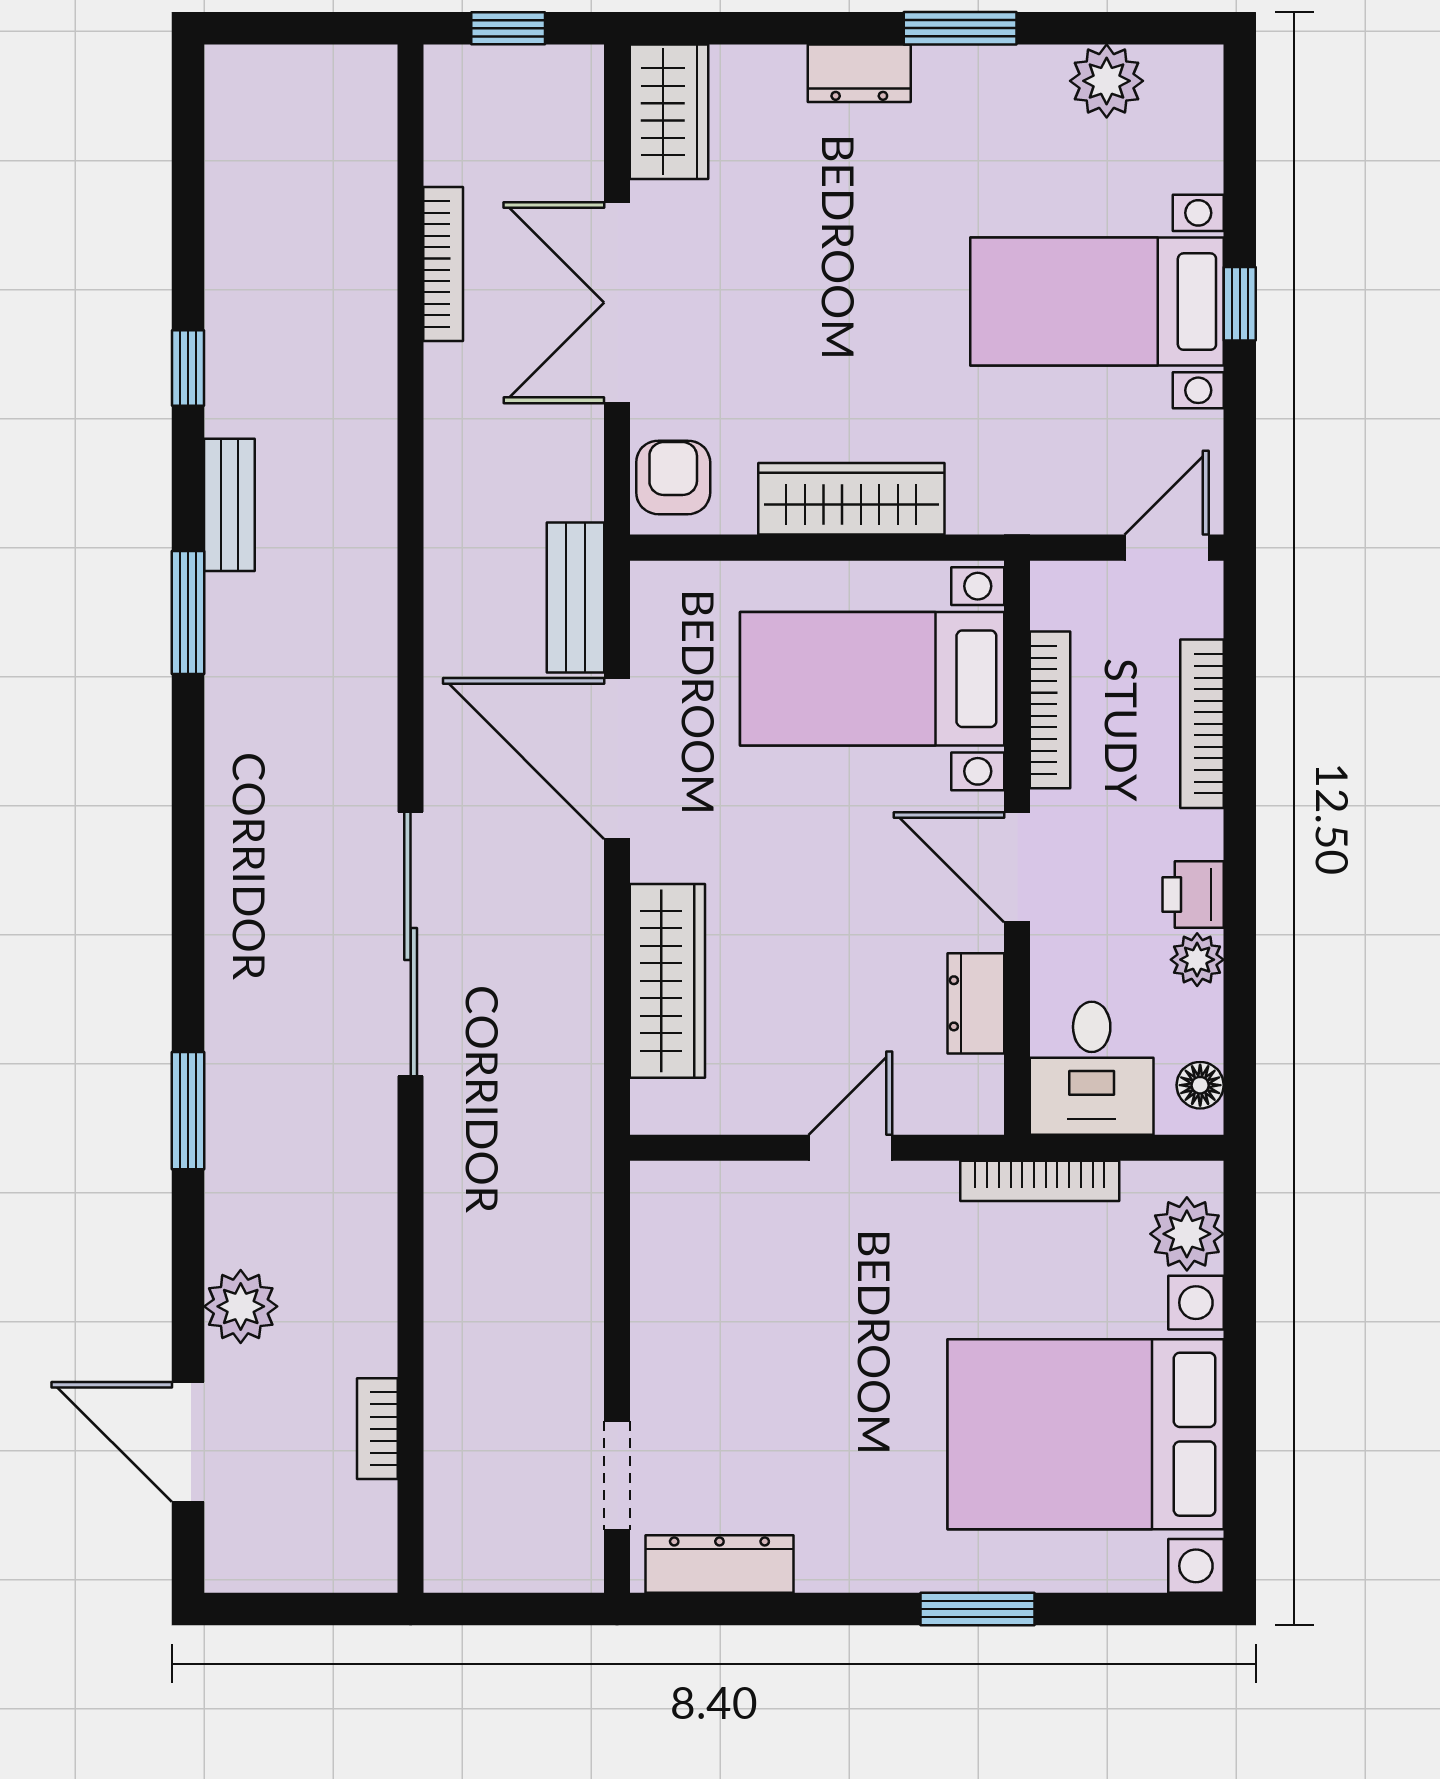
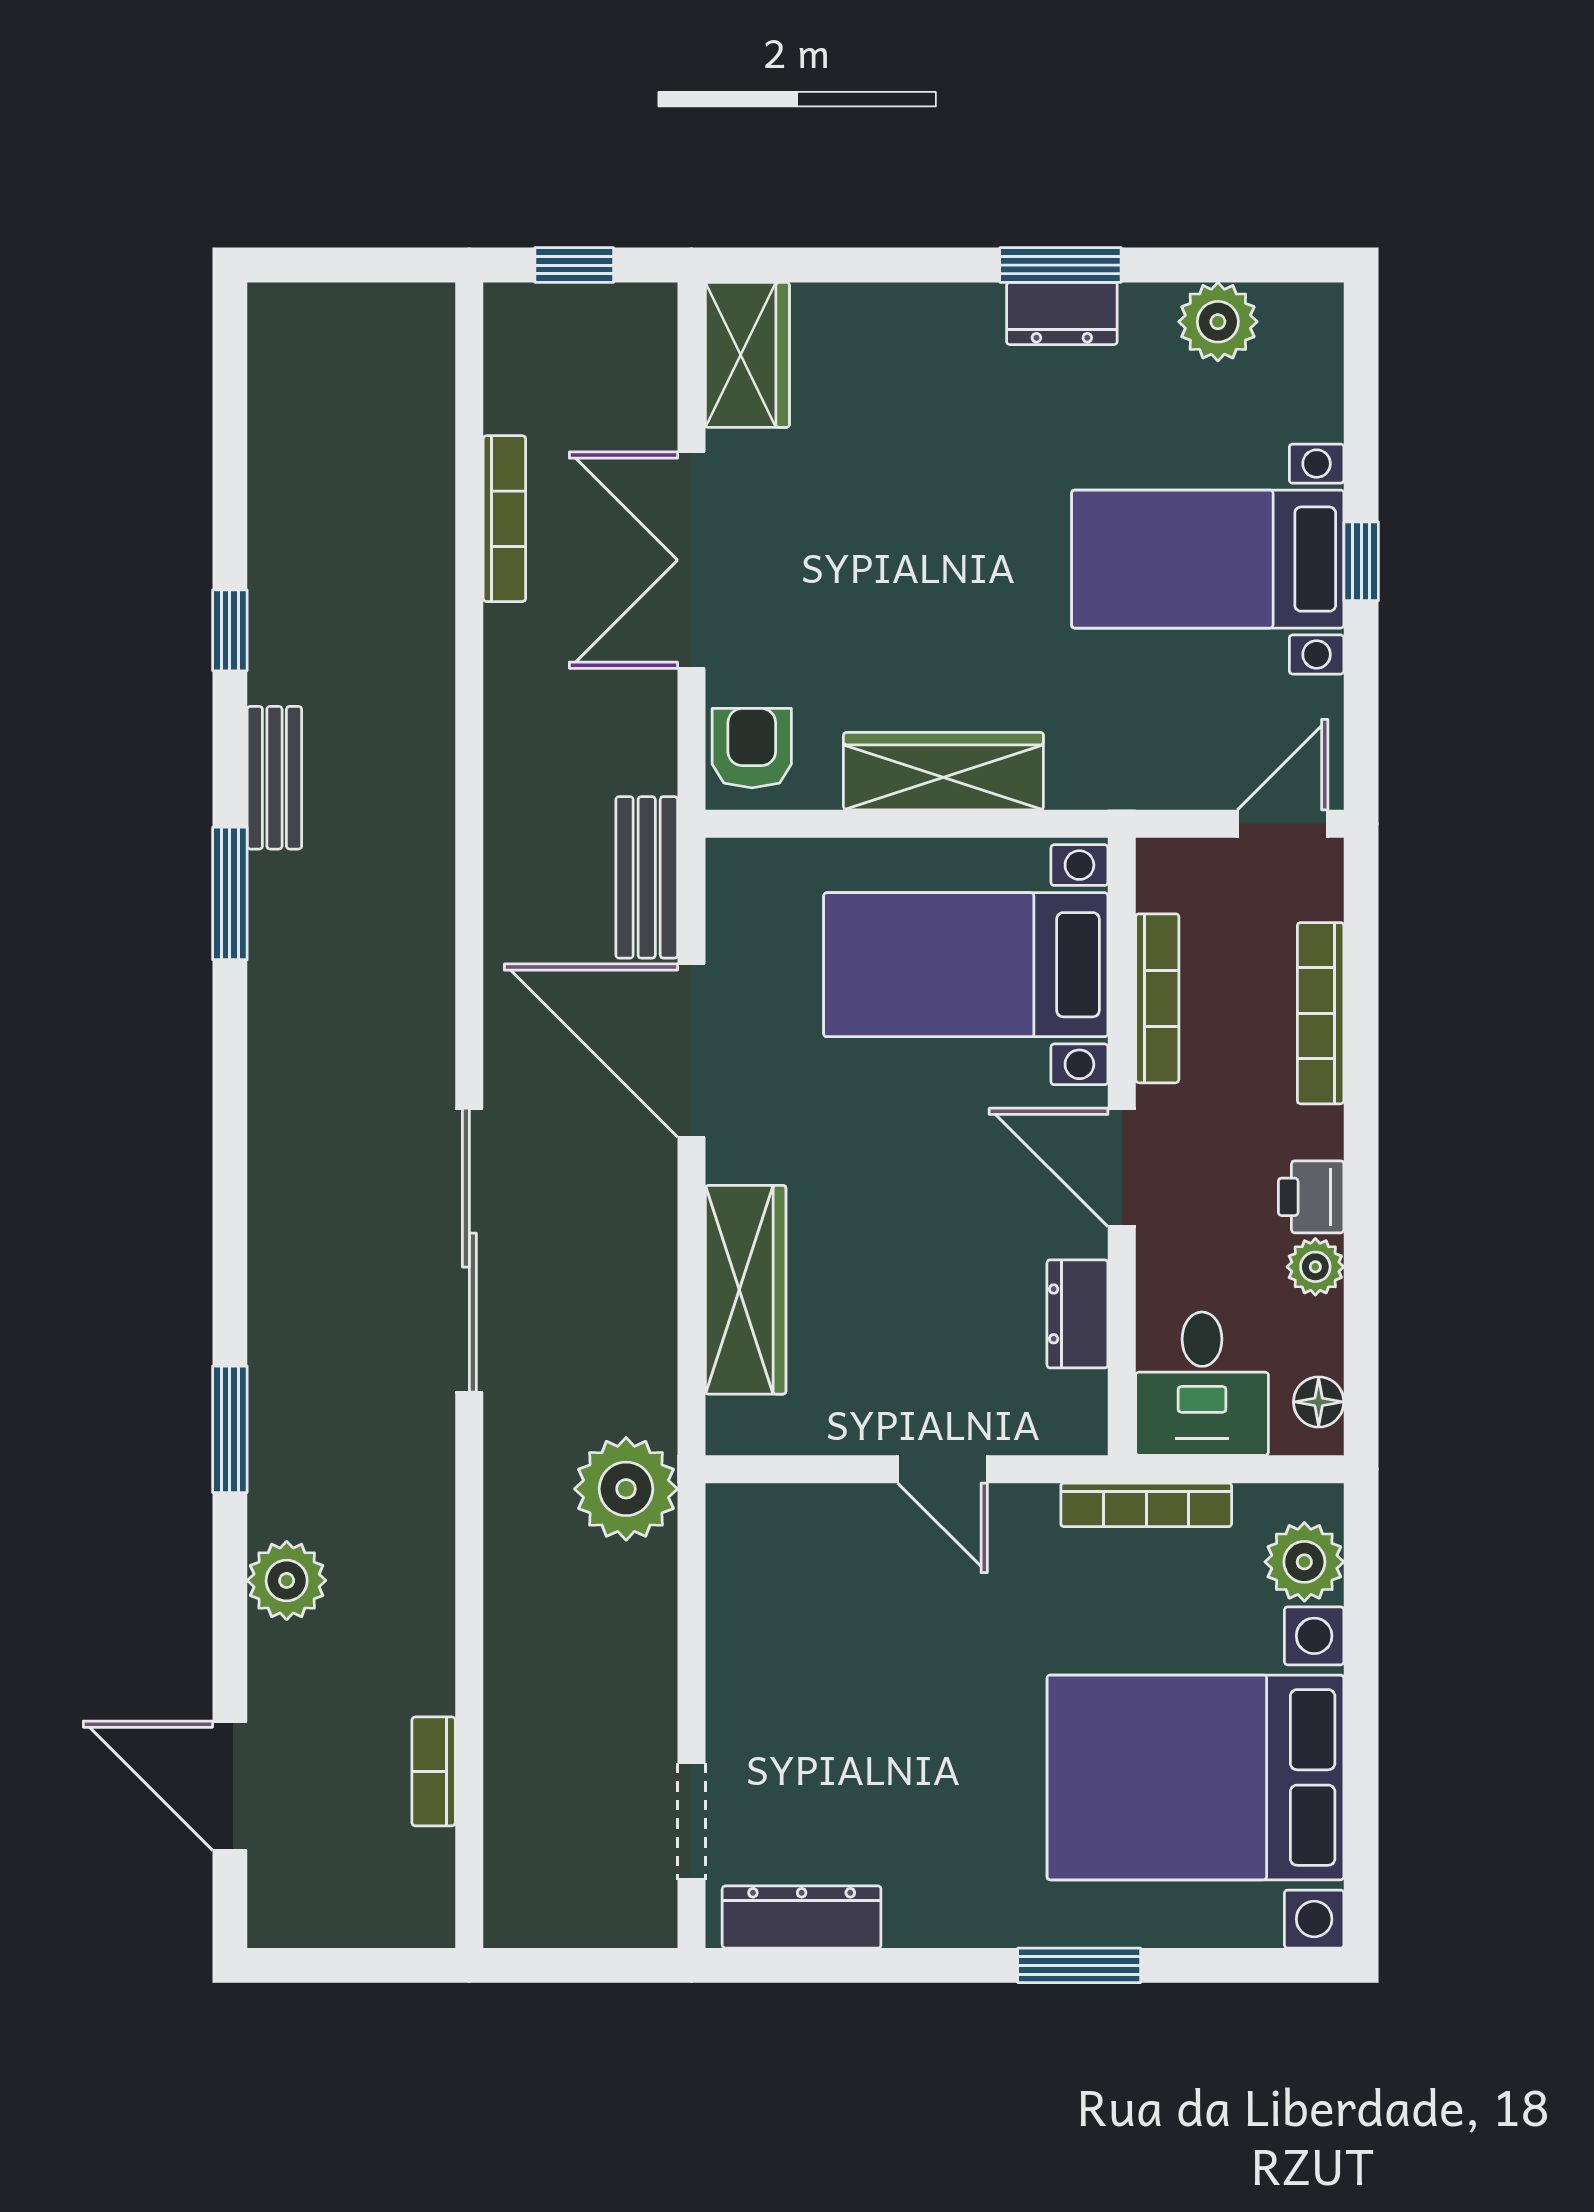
dresser: (859, 73) -> (1062, 313), moved
door: (850, 1148) -> (942, 1469), swing flipped
plant: (556, 1166) -> (626, 1489), added
plant: (241, 1306) -> (287, 1580), moved

